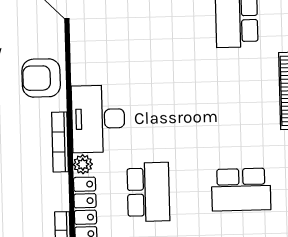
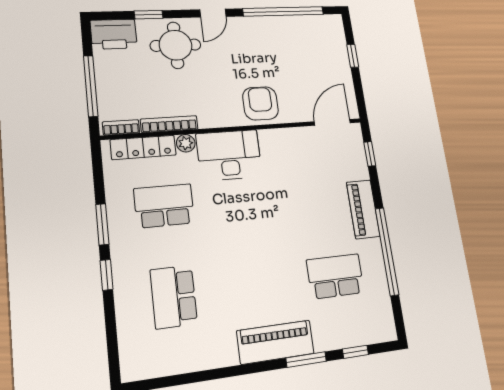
bookcase: (60, 142) -> (169, 124), moved
school desk: (148, 192) -> (164, 206), turned 180

